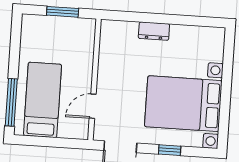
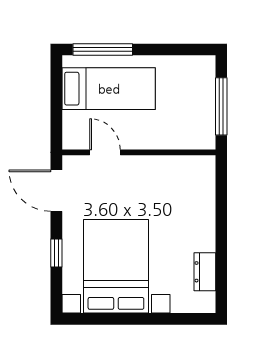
window: (63, 12) -> (221, 106), width x1.44
dresser: (154, 31) -> (205, 272), moved

